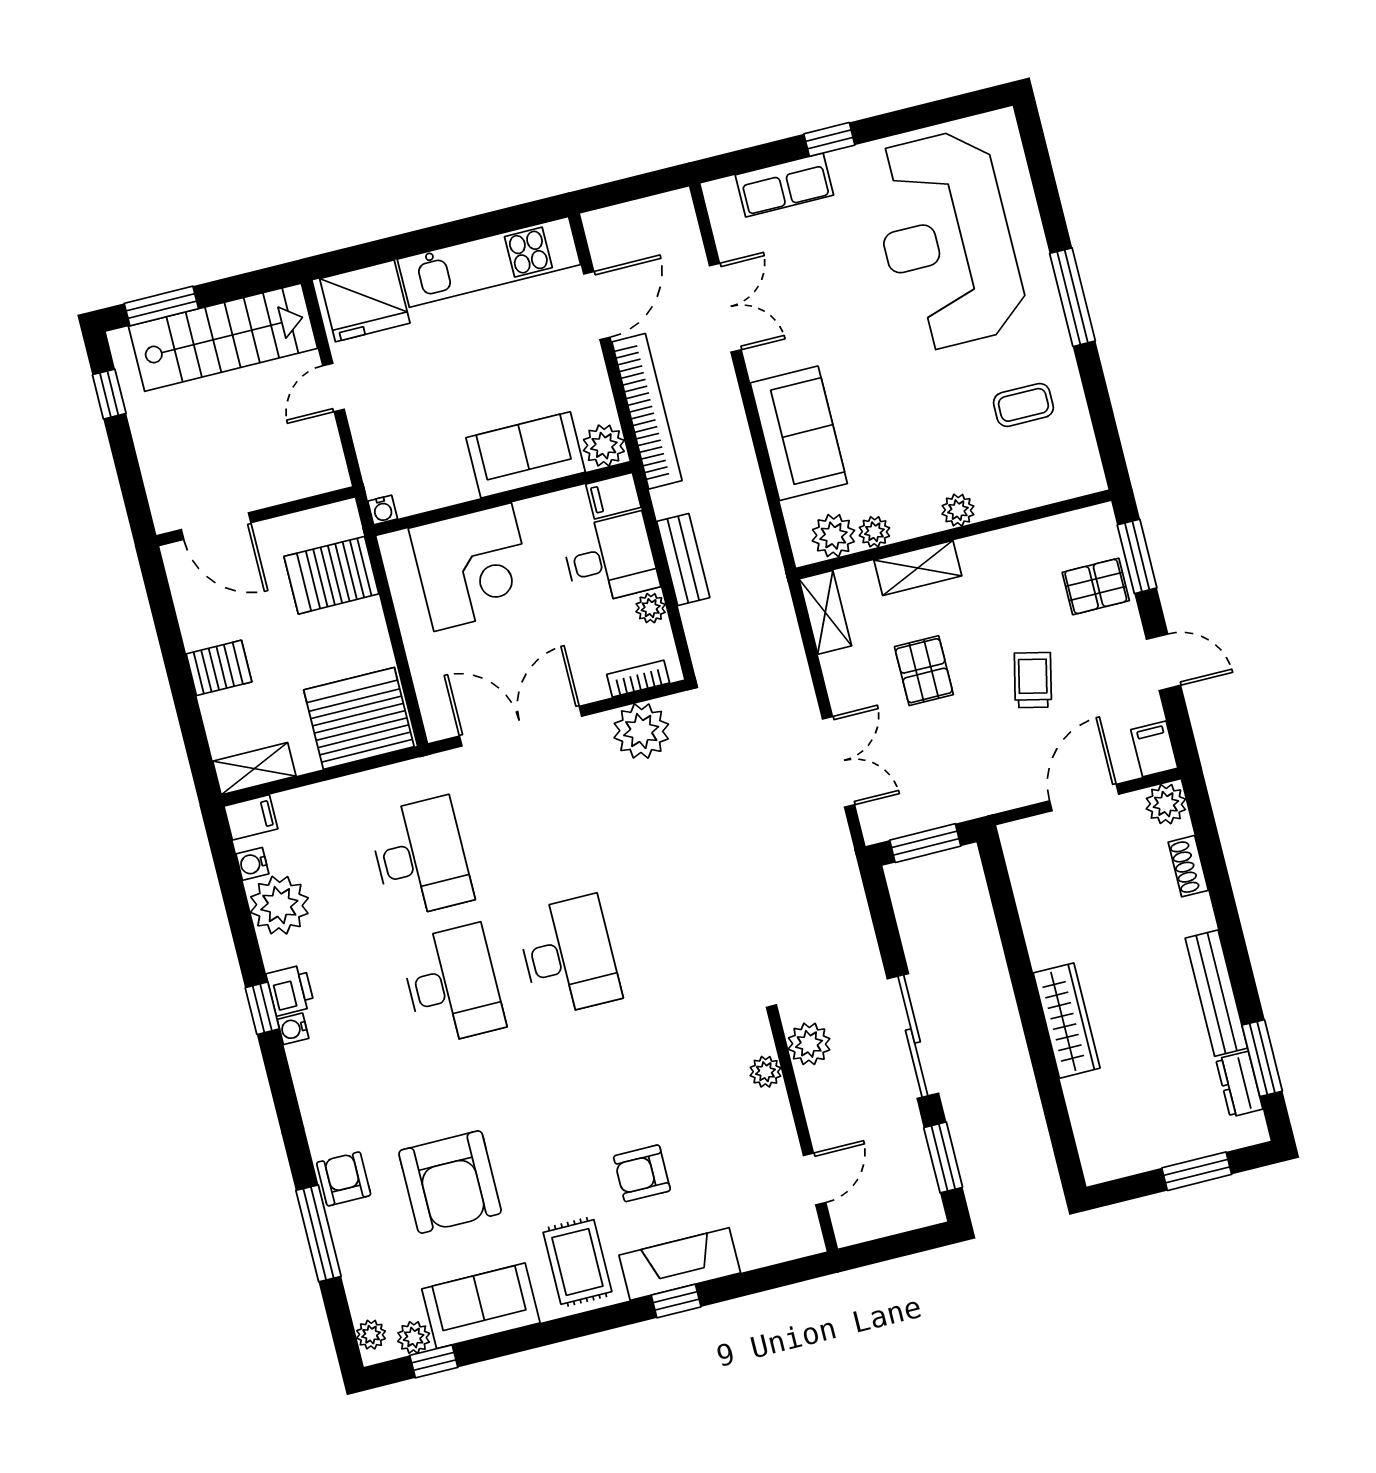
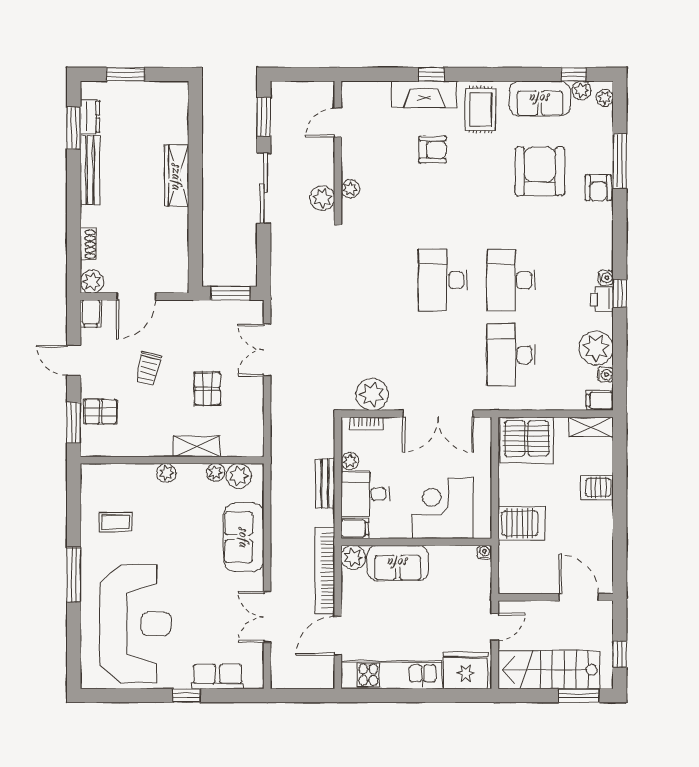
wall: (256, 516) -> (556, 597), moved
door: (216, 526) -> (579, 597), moved
shelving: (825, 612) -> (254, 435), removed

